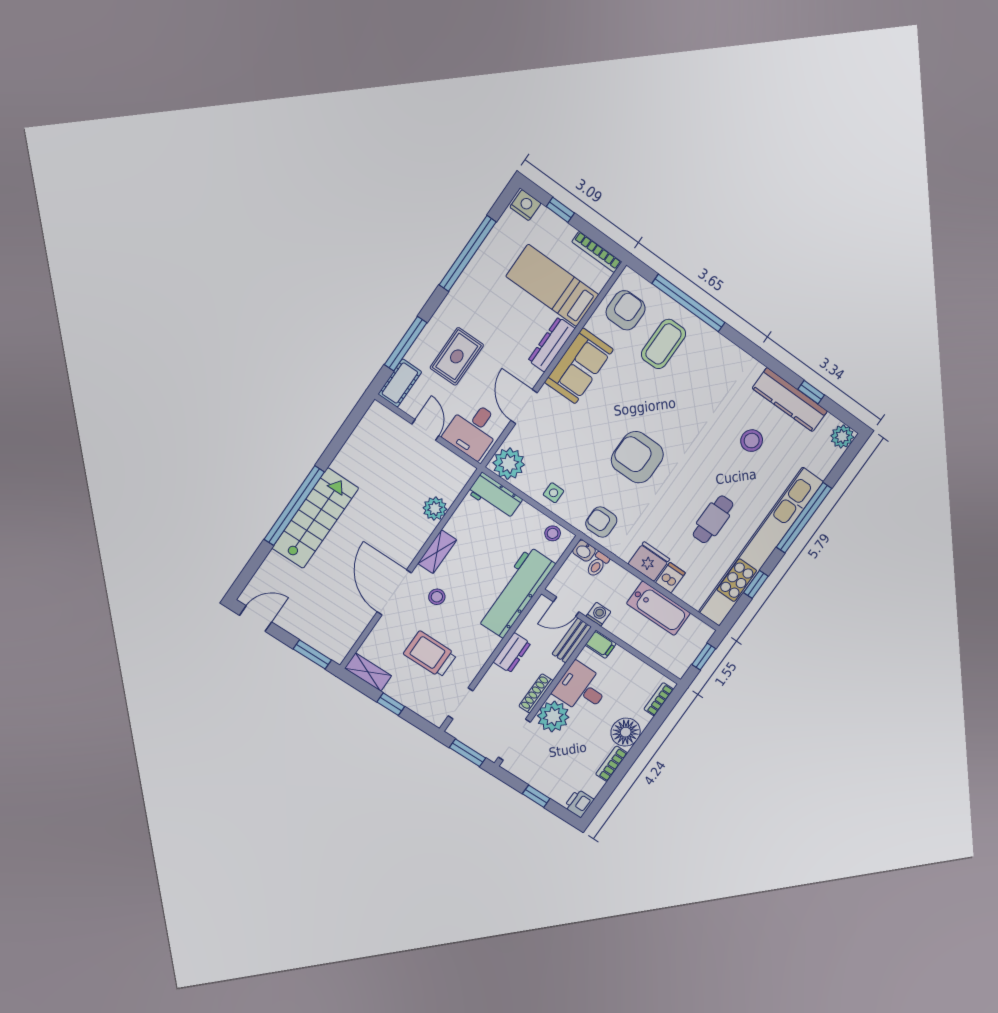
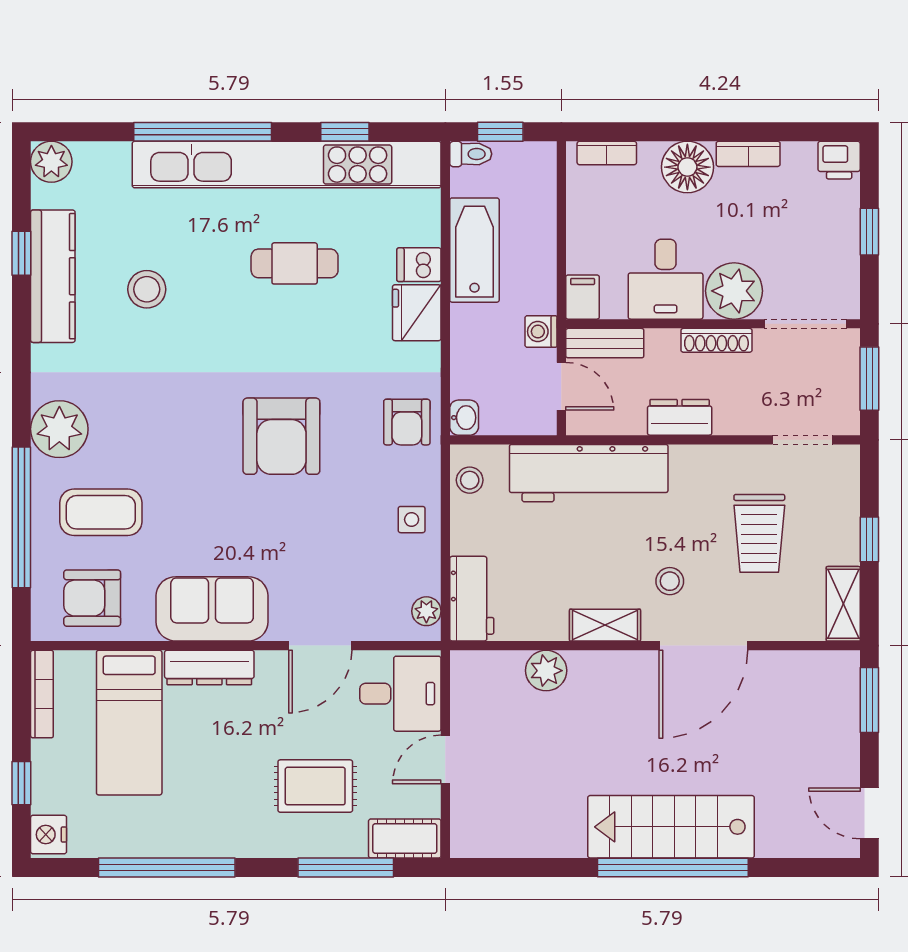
plant: (717, 352) -> (59, 429), added
plant: (509, 464) -> (426, 611), width x0.53, depth x0.53
toilet: (598, 565) -> (471, 154), moved

